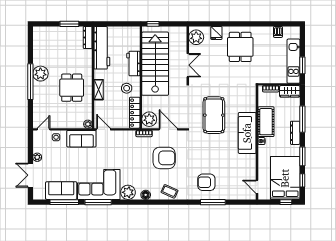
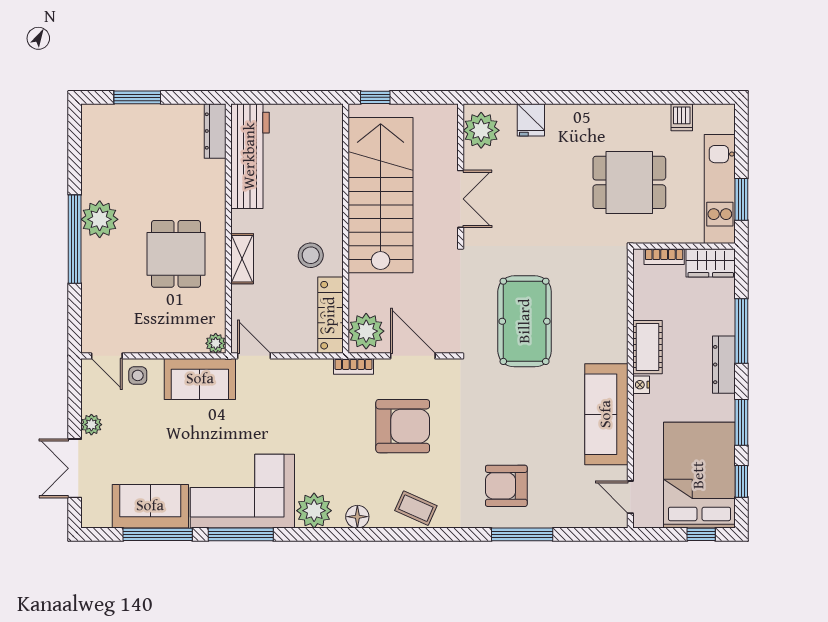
window: (69, 24) -> (137, 97), moved
dining table: (240, 47) -> (629, 182), moved, turned 90
workbench: (133, 64) -> (327, 195), removed
cot: (266, 122) -> (647, 347), width x0.73, depth x0.75
door: (43, 129) -> (107, 356), swing flipped
sofa: (247, 133) -> (606, 414), moved

